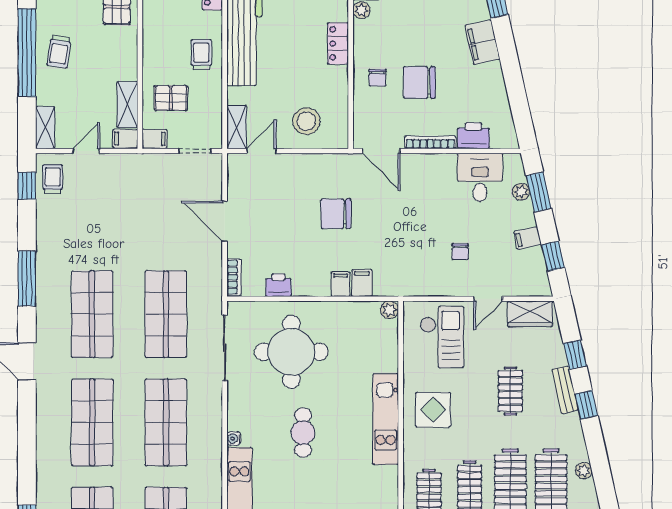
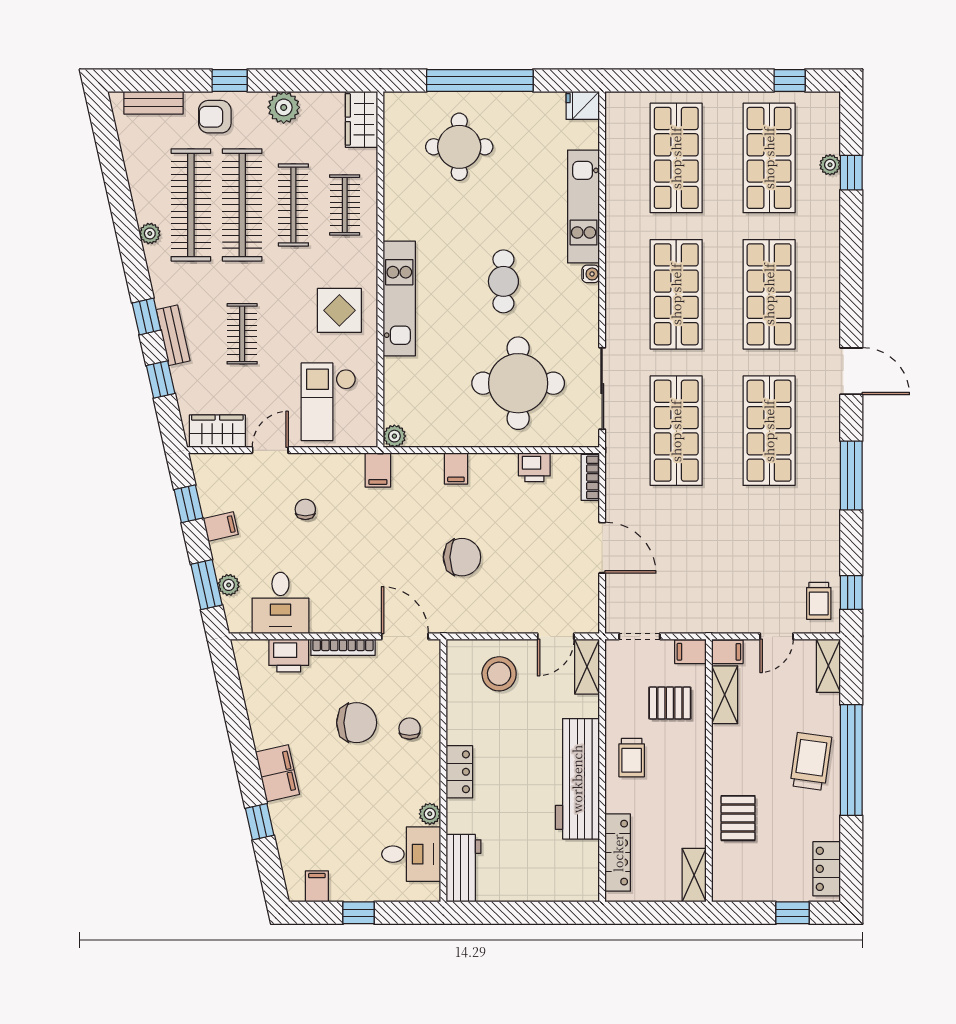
trolley: (59, 52) -> (811, 761), width x1.36, depth x1.39
filing cabinet: (362, 283) -> (378, 470), moved

